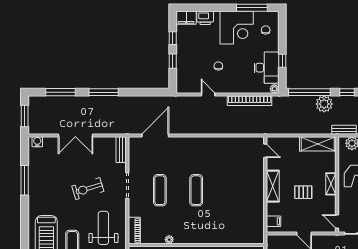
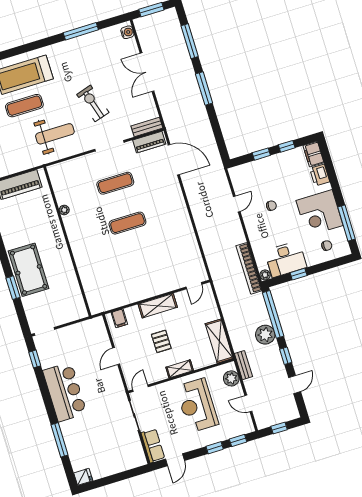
bookcase: (250, 101) -> (249, 268), moved
piano: (134, 231) -> (149, 142), moved

